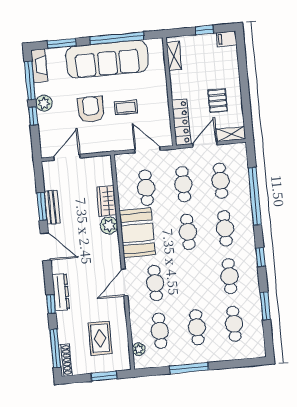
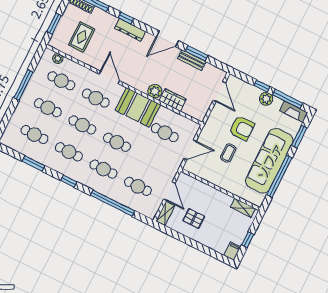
locker: (181, 122) -> (195, 185), removed
cafe table: (183, 184) -> (82, 125), moved
rug: (100, 338) -> (82, 37), turned 90

